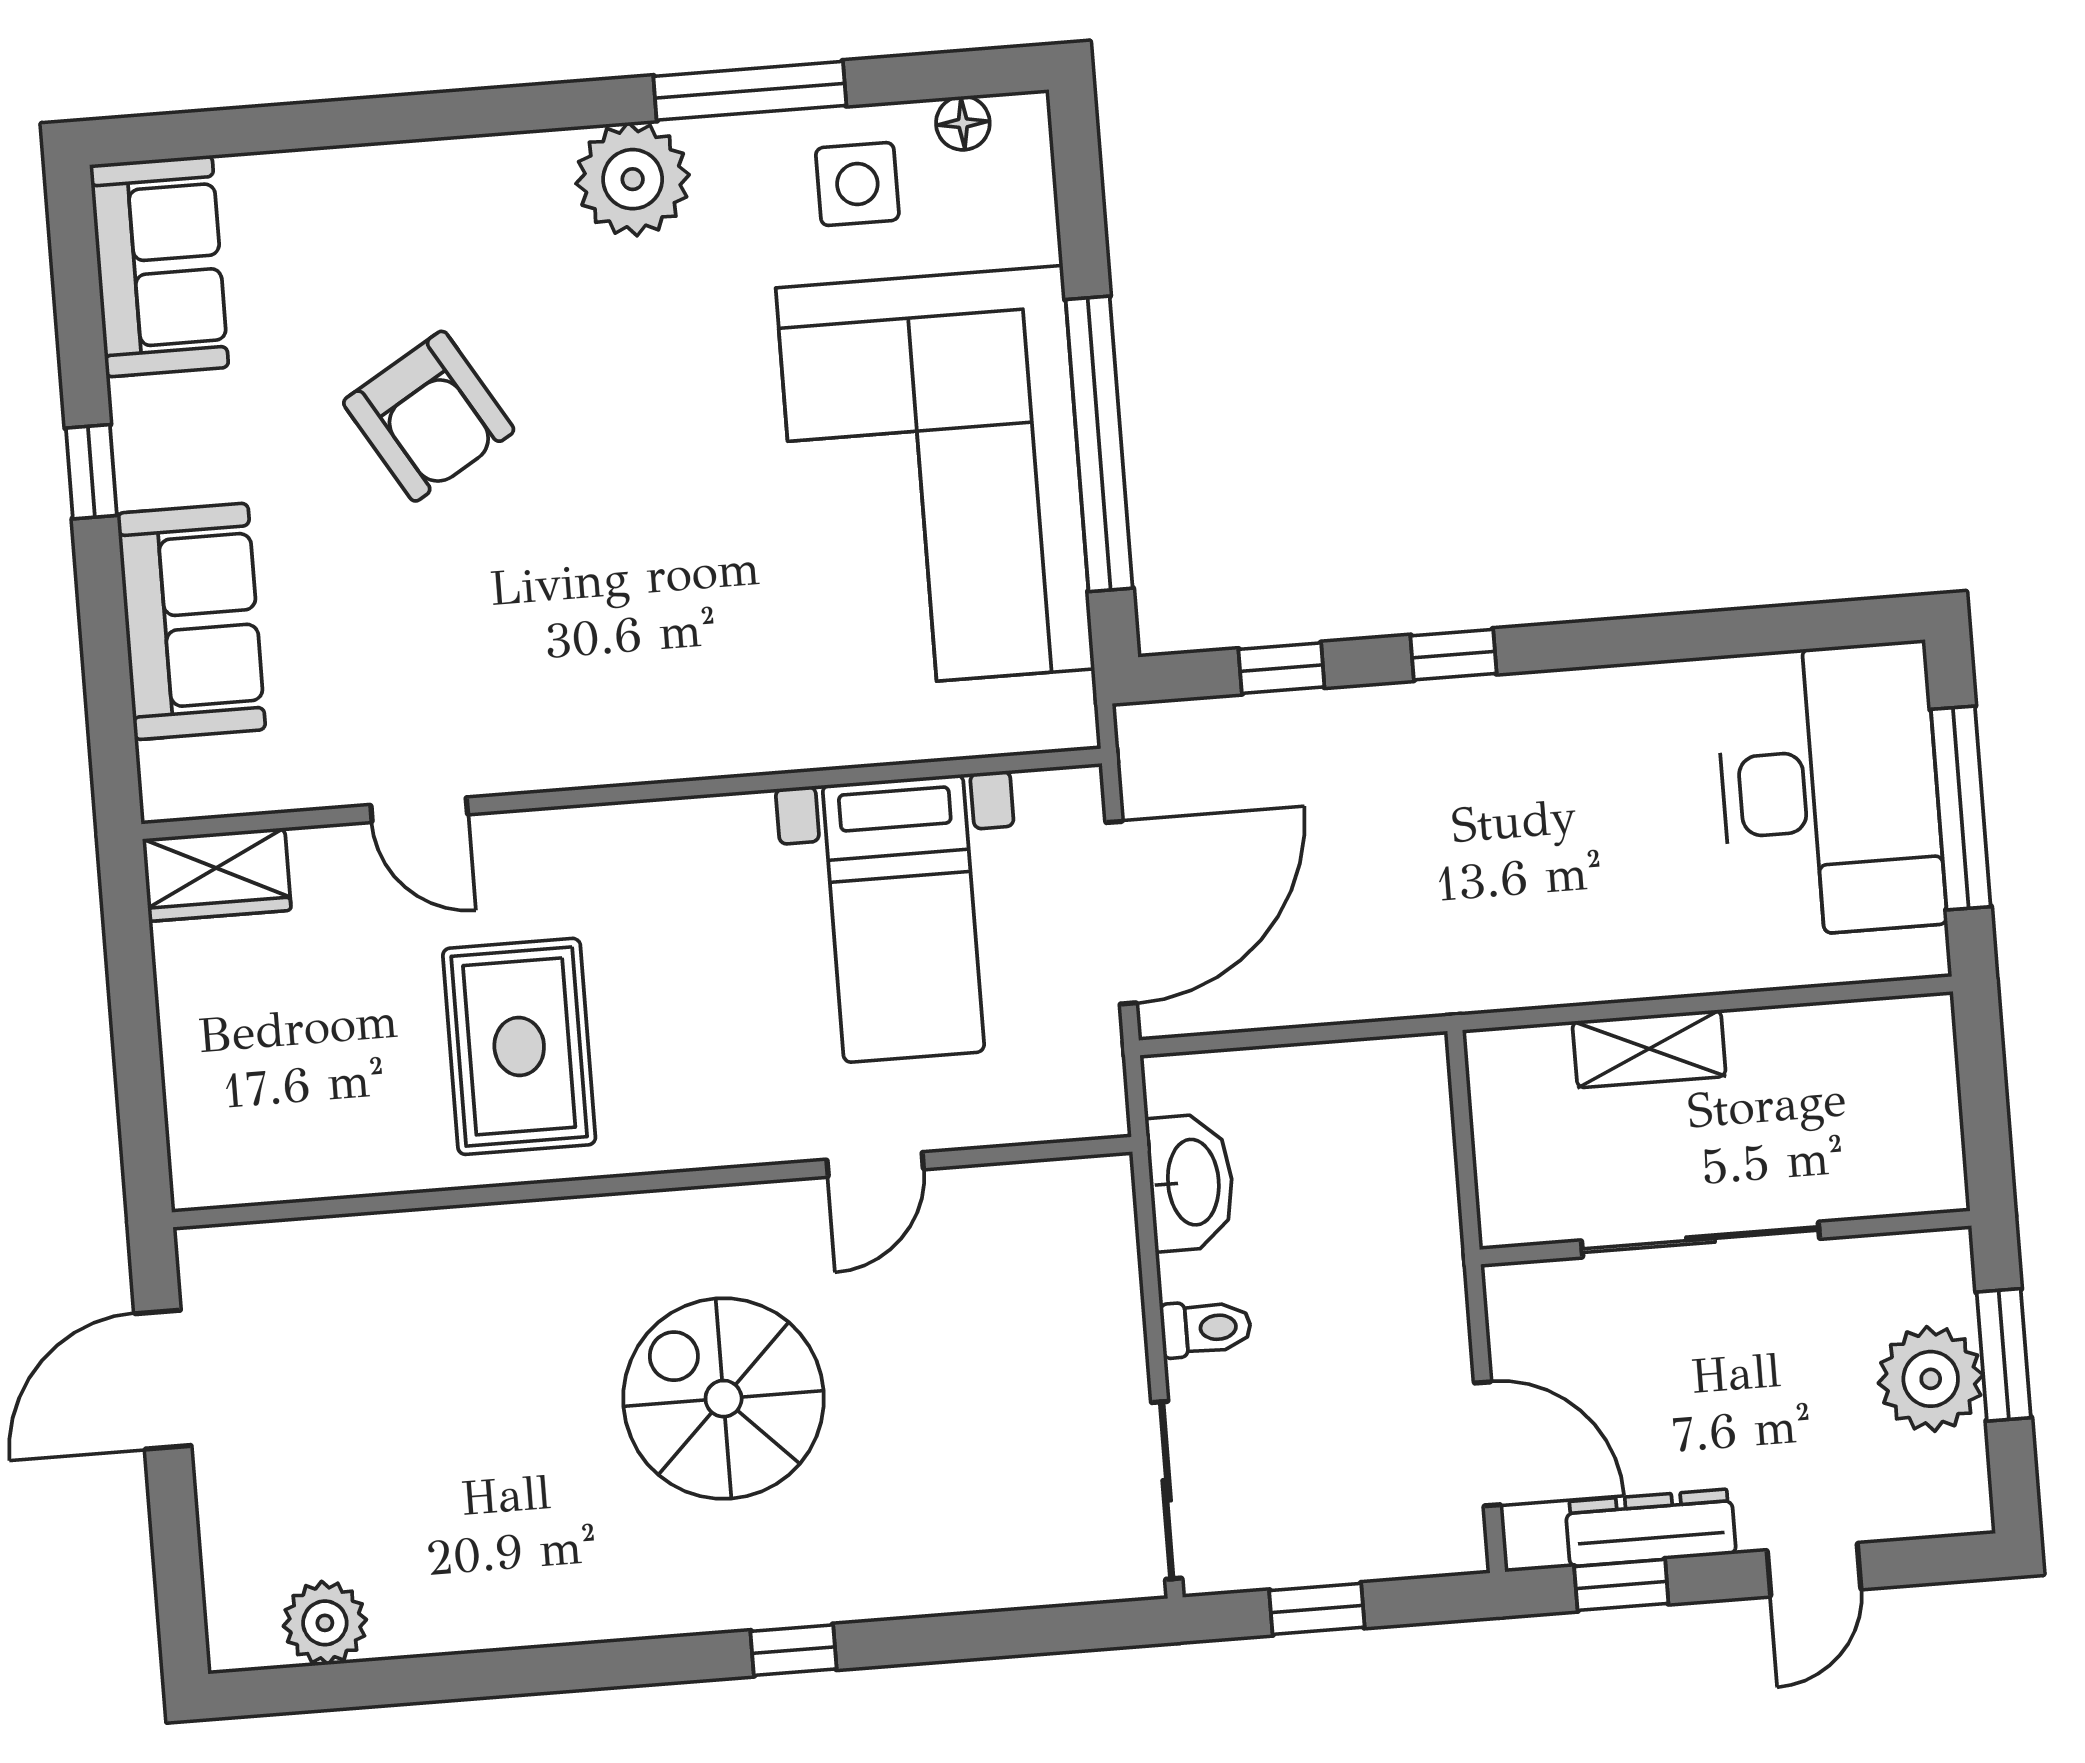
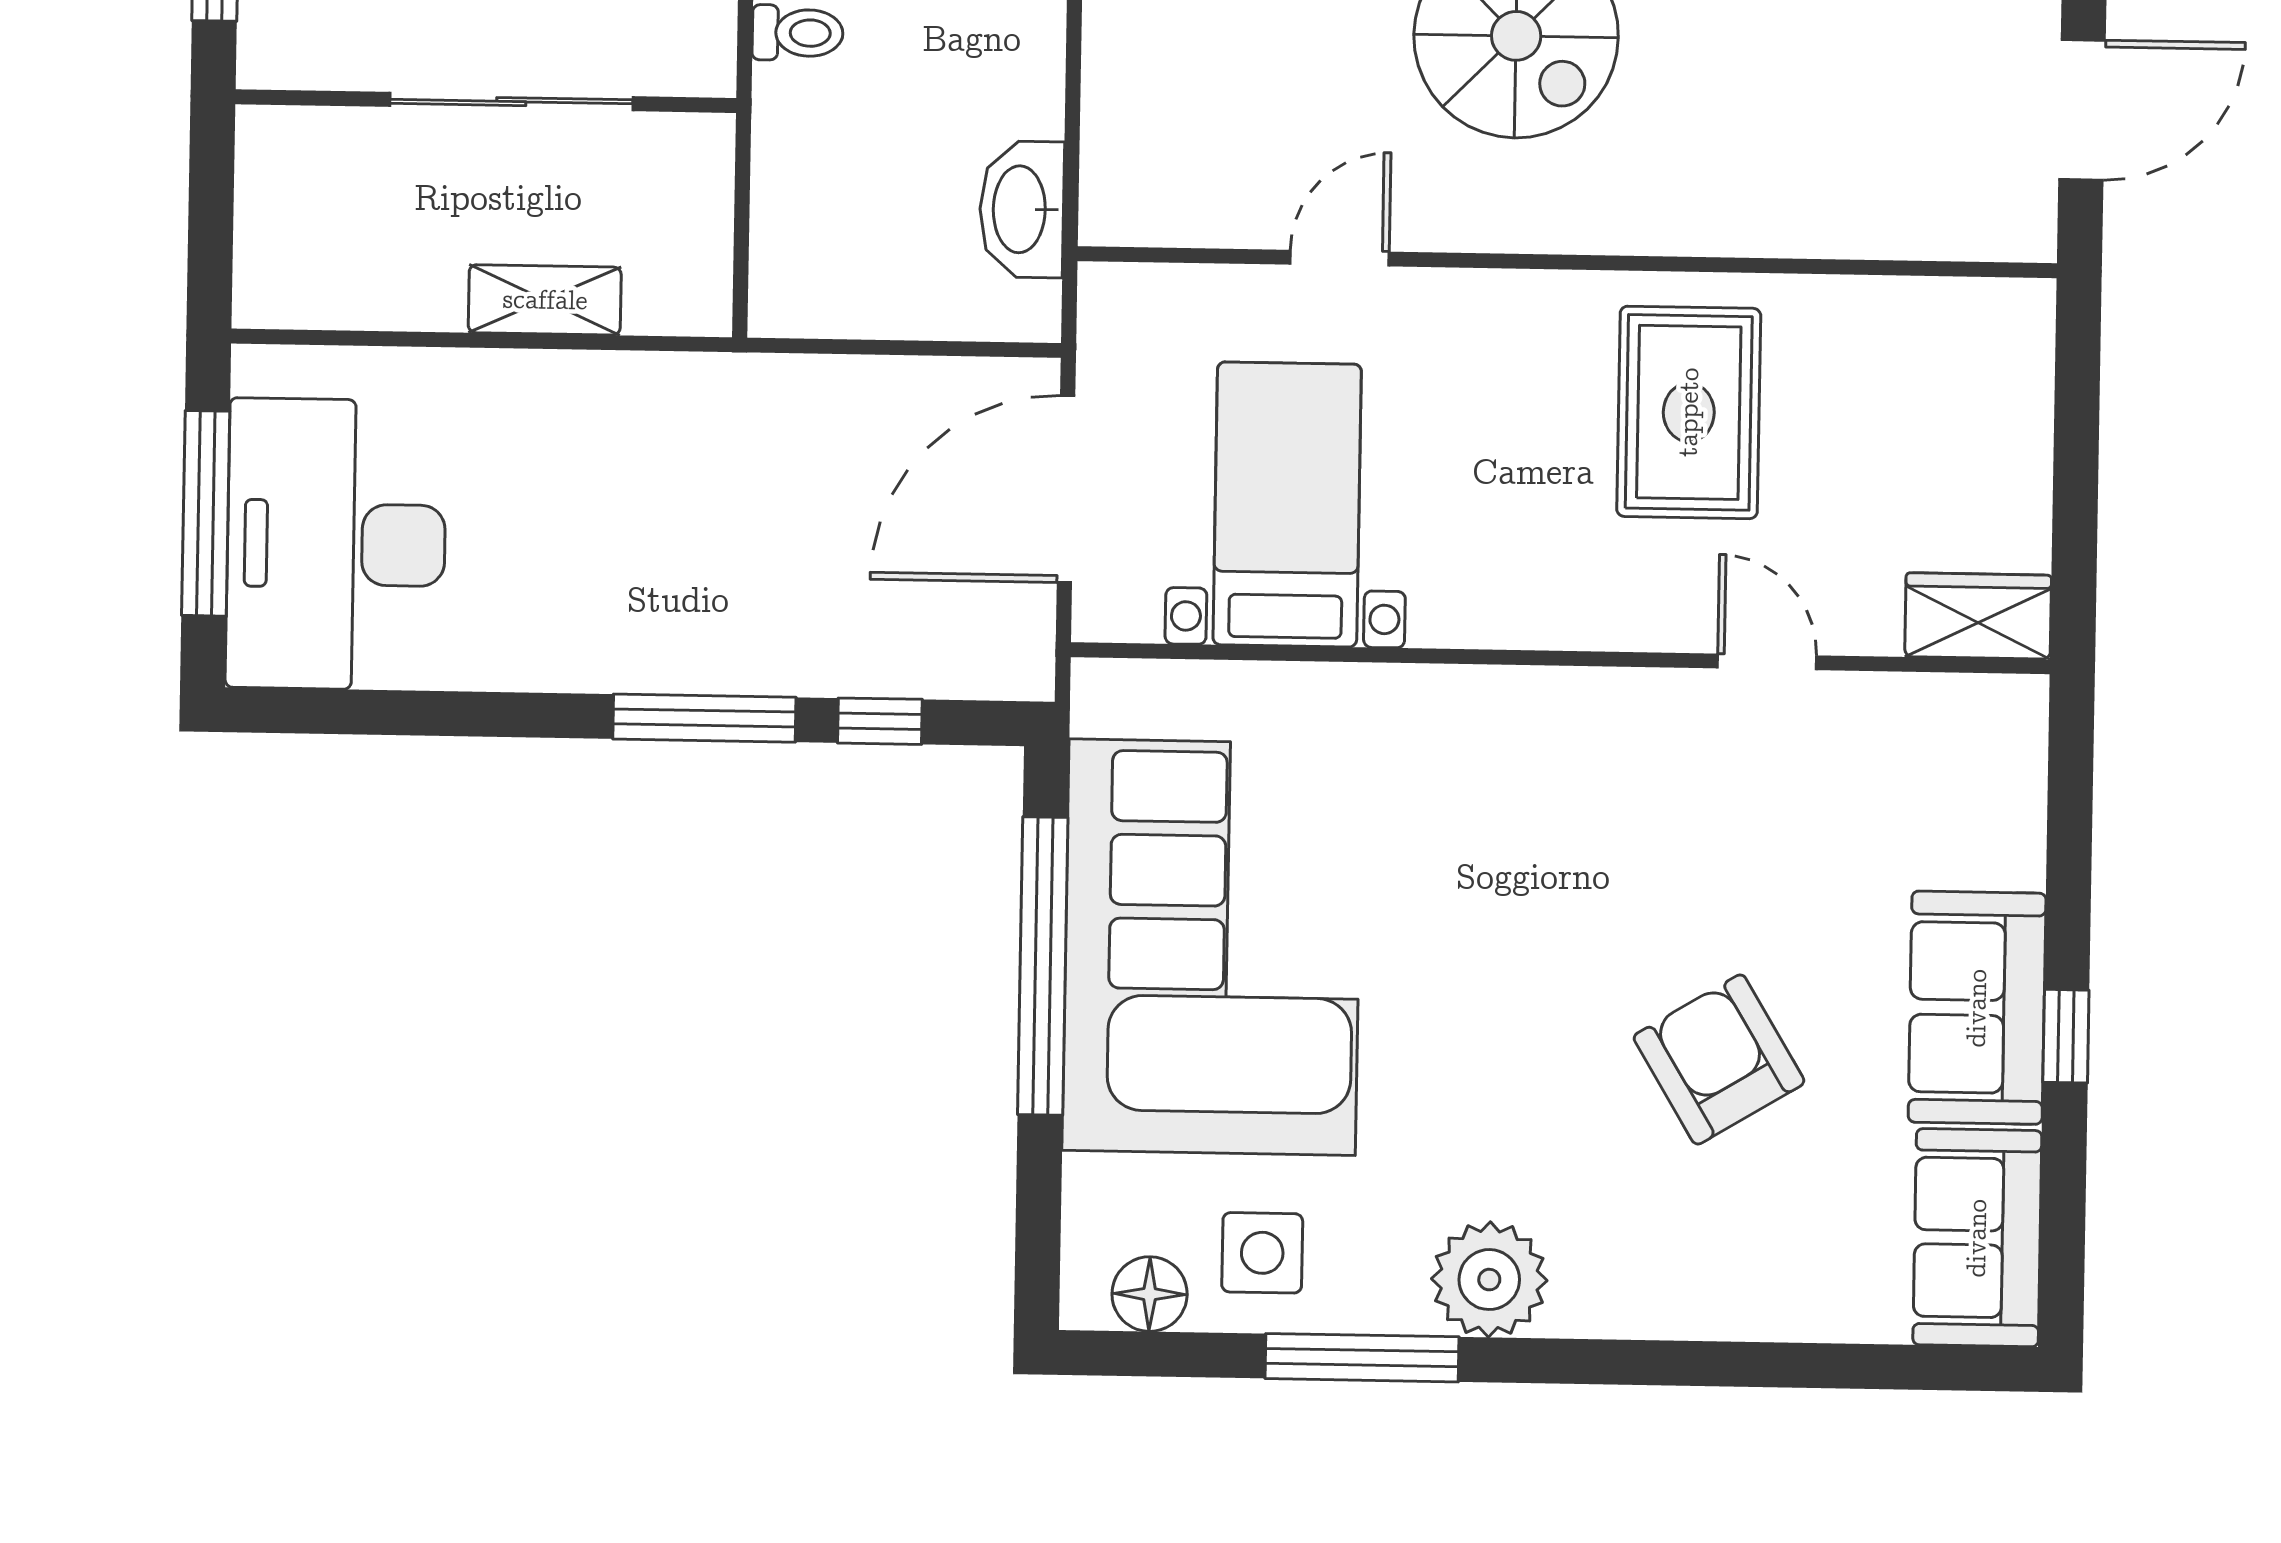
floor lamp: (963, 123) -> (1150, 1294), width x1.37, depth x1.37
sofa: (191, 621) -> (1977, 1008), moved
window: (1453, 655) -> (704, 718), width x2.17
toilet: (1206, 1328) -> (798, 33), moved, turned 180

